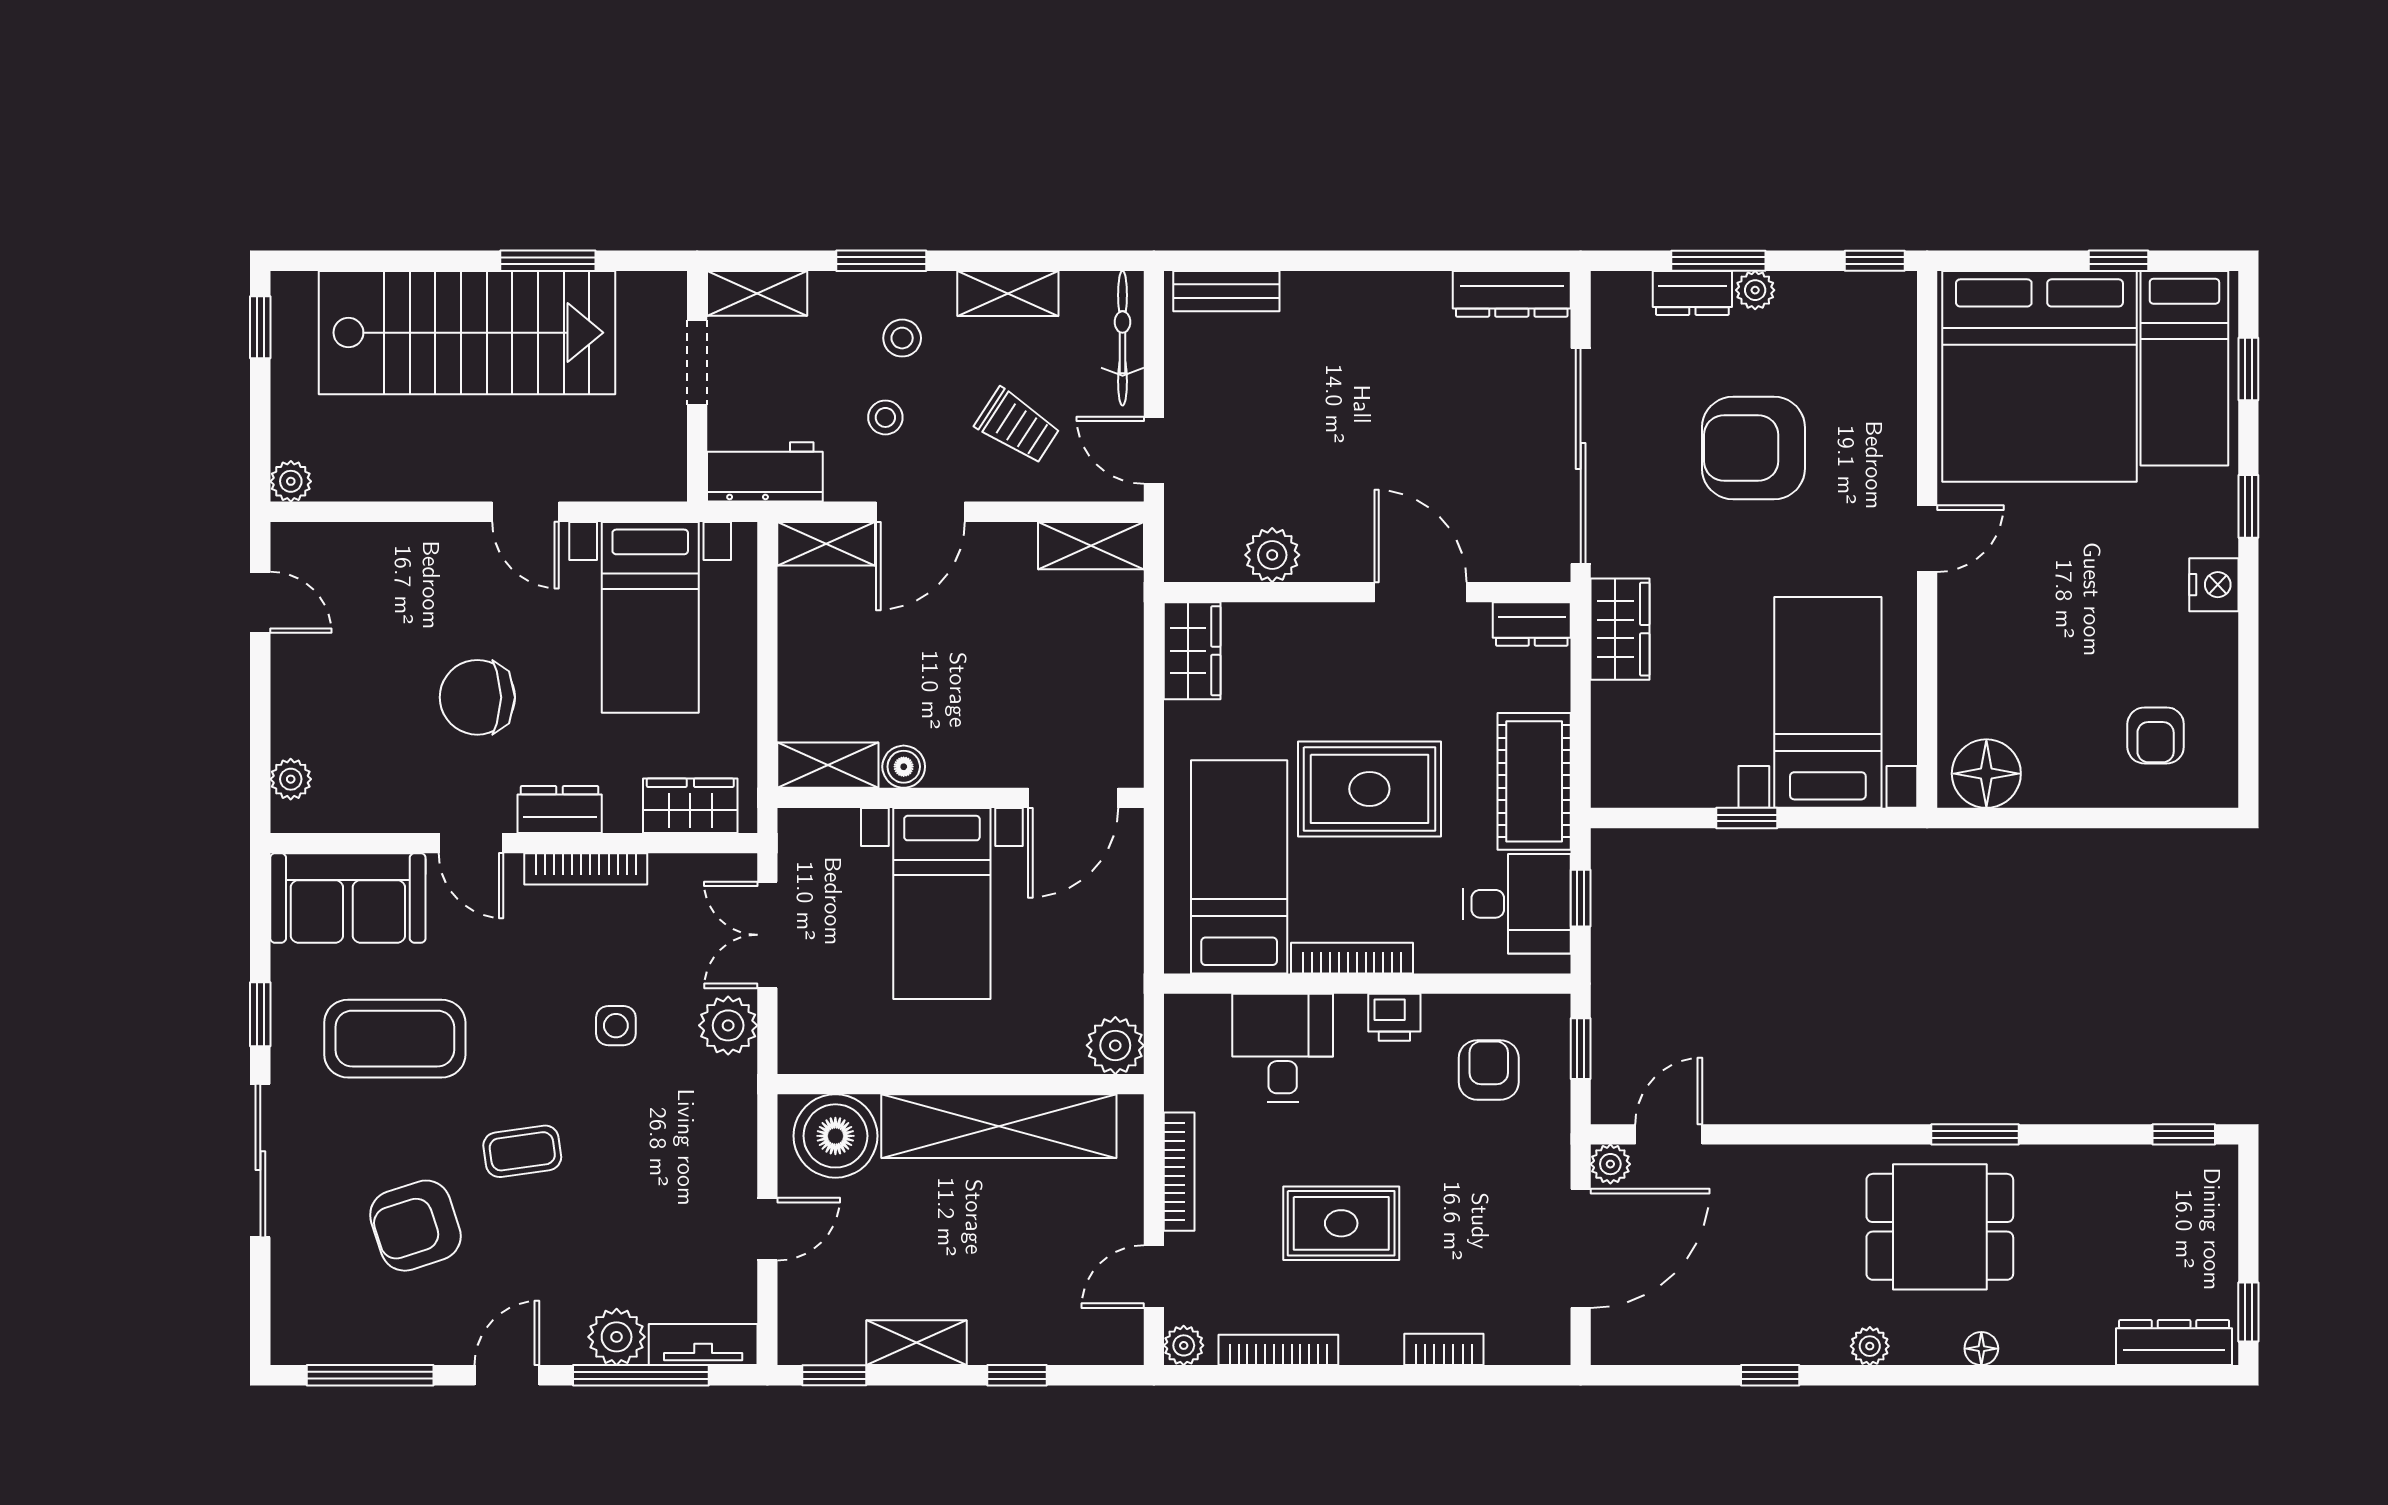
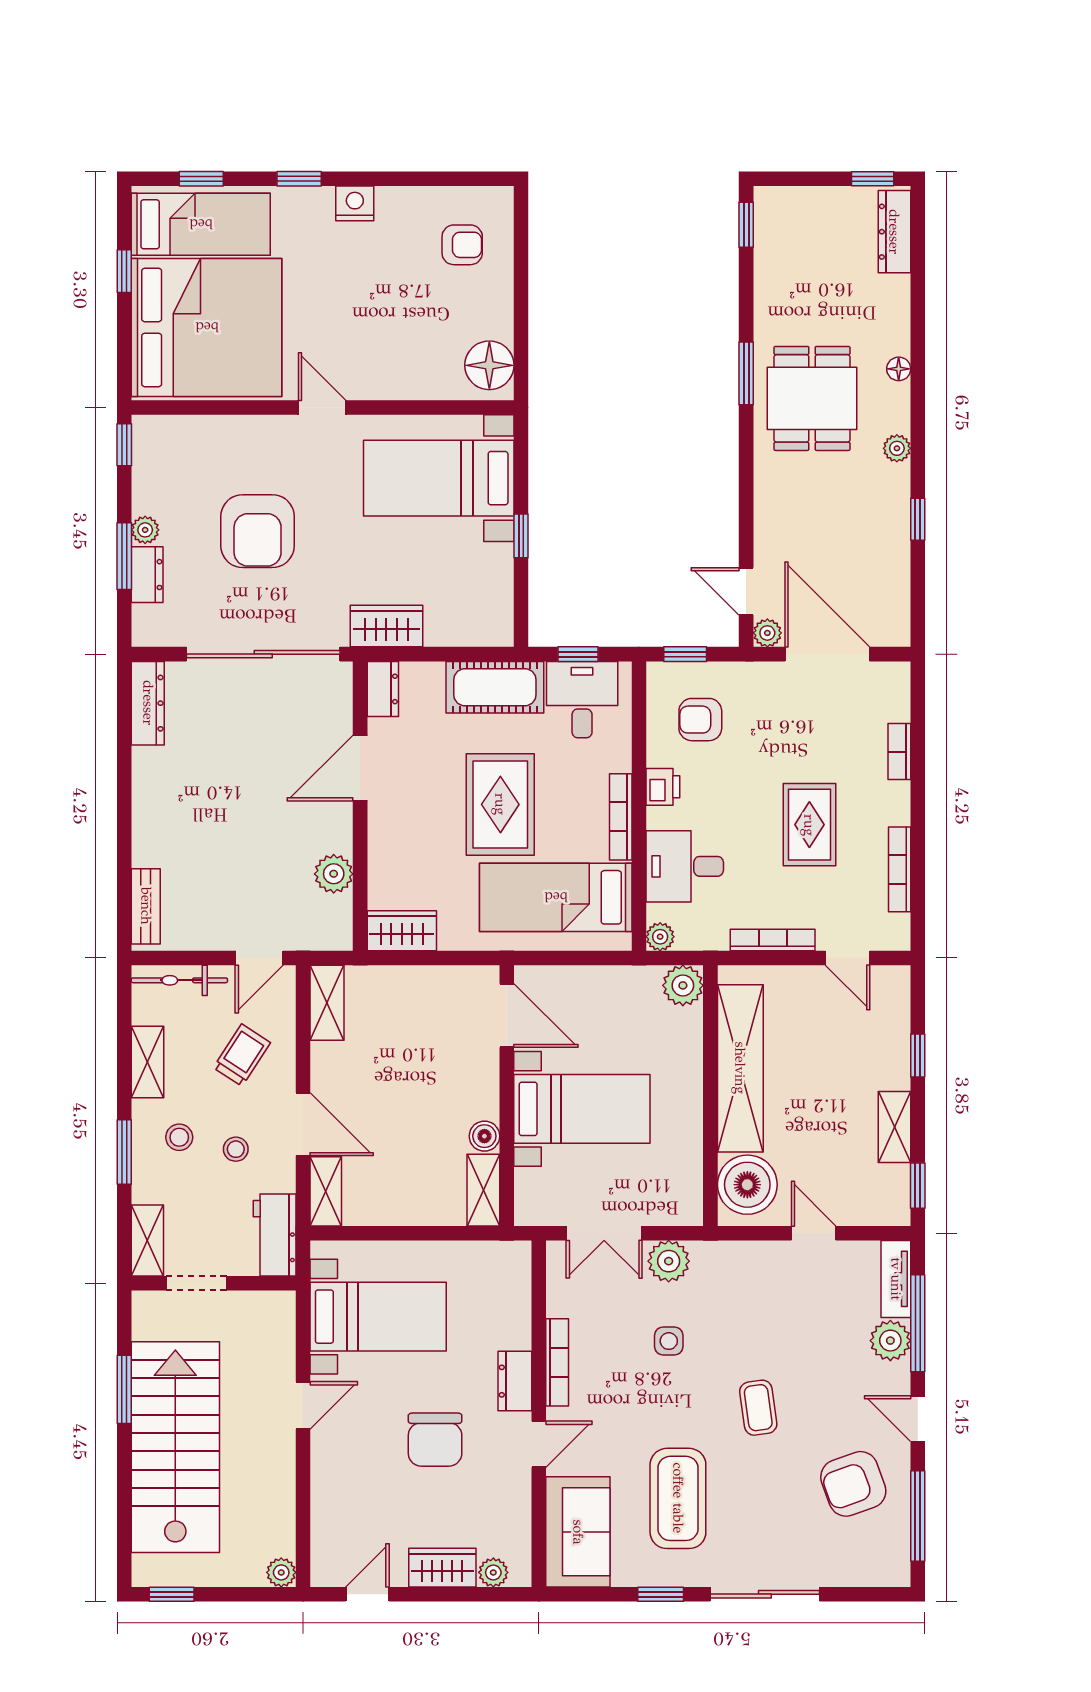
wardrobe: (690, 806) -> (442, 1568), moved, turned 90
armchair: (415, 1226) -> (853, 1484), moved, turned 88
plant: (1184, 1345) -> (660, 937), moved

